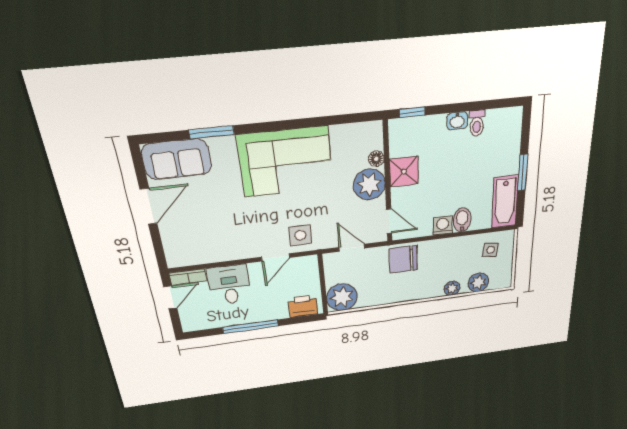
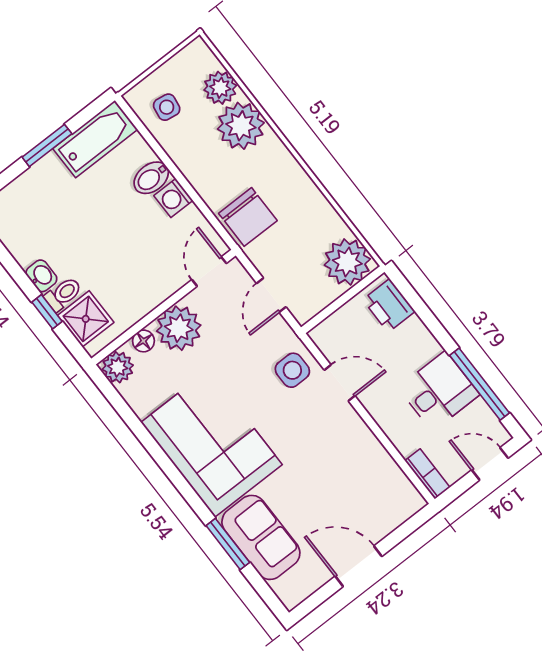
window: (412, 112) -> (47, 312), moved
toilet: (477, 123) -> (63, 294), moved
plant: (371, 133) -> (118, 367), added
sofa: (177, 159) -> (261, 537), moved
shower: (404, 172) -> (86, 319), moved
desk: (229, 285) -> (439, 391), moved, turned 180
plant: (452, 288) -> (241, 126), width x1.88, depth x1.88
door: (170, 297) -> (490, 464), moved
window: (251, 327) -> (480, 384), moved

